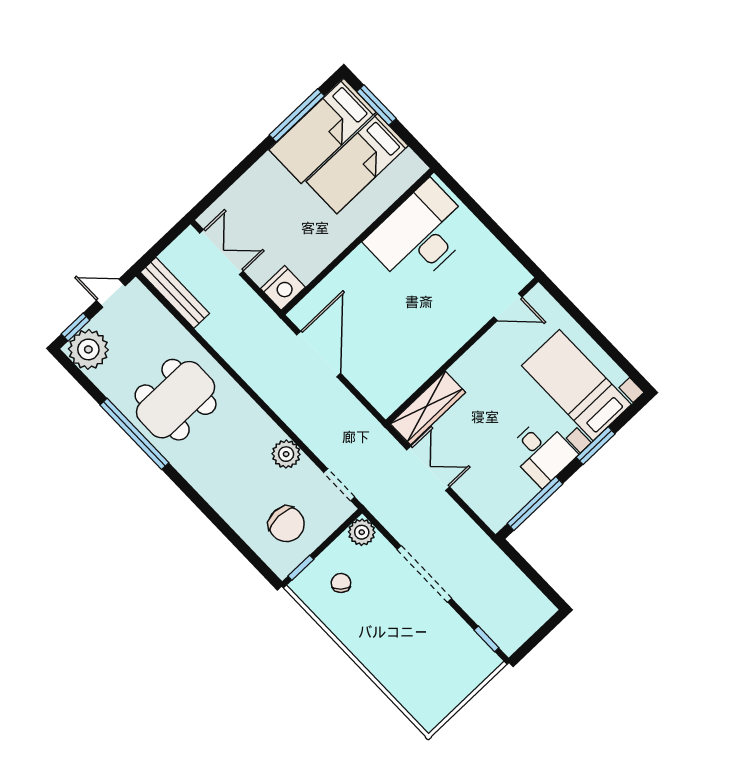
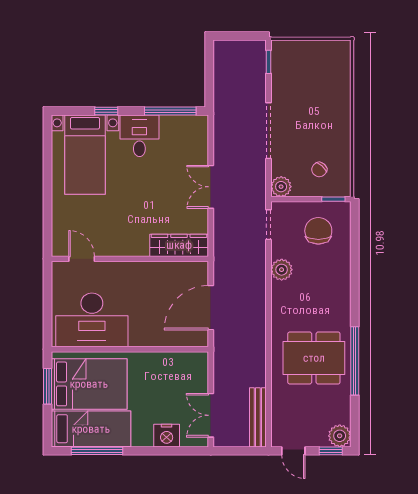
window: (376, 105) -> (48, 386), moved
bed: (357, 164) -> (89, 384), width x1.50
nightstand: (283, 288) -> (167, 436), moved, turned 180
door: (508, 307) -> (82, 259), moved
plant: (88, 349) -> (340, 436), width x0.73, depth x0.73
wall: (462, 351) -> (130, 259), moved
wardrobe: (428, 408) -> (179, 245), moved
window: (596, 446) -> (106, 111), width x0.67

